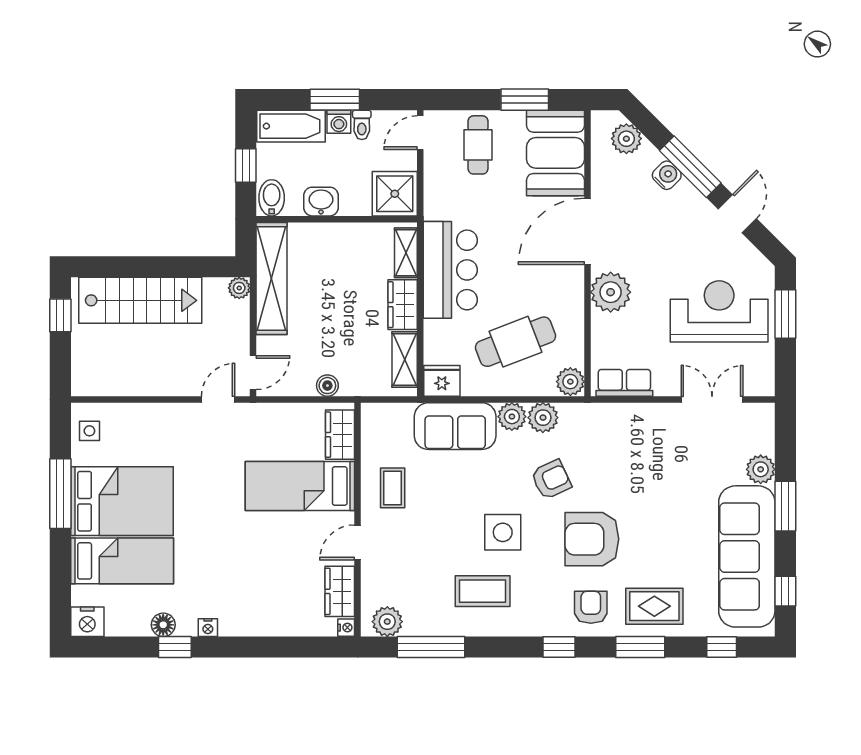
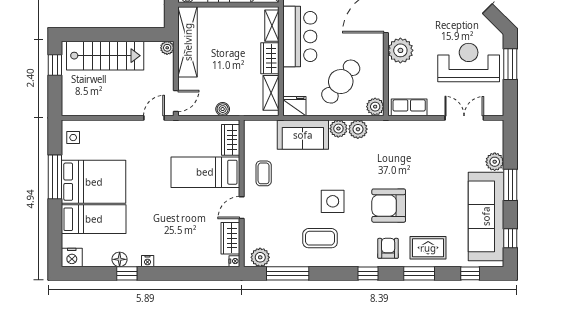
cafe table: (515, 342) -> (341, 82), turned -31
armchair: (551, 479) -> (363, 168), removed

